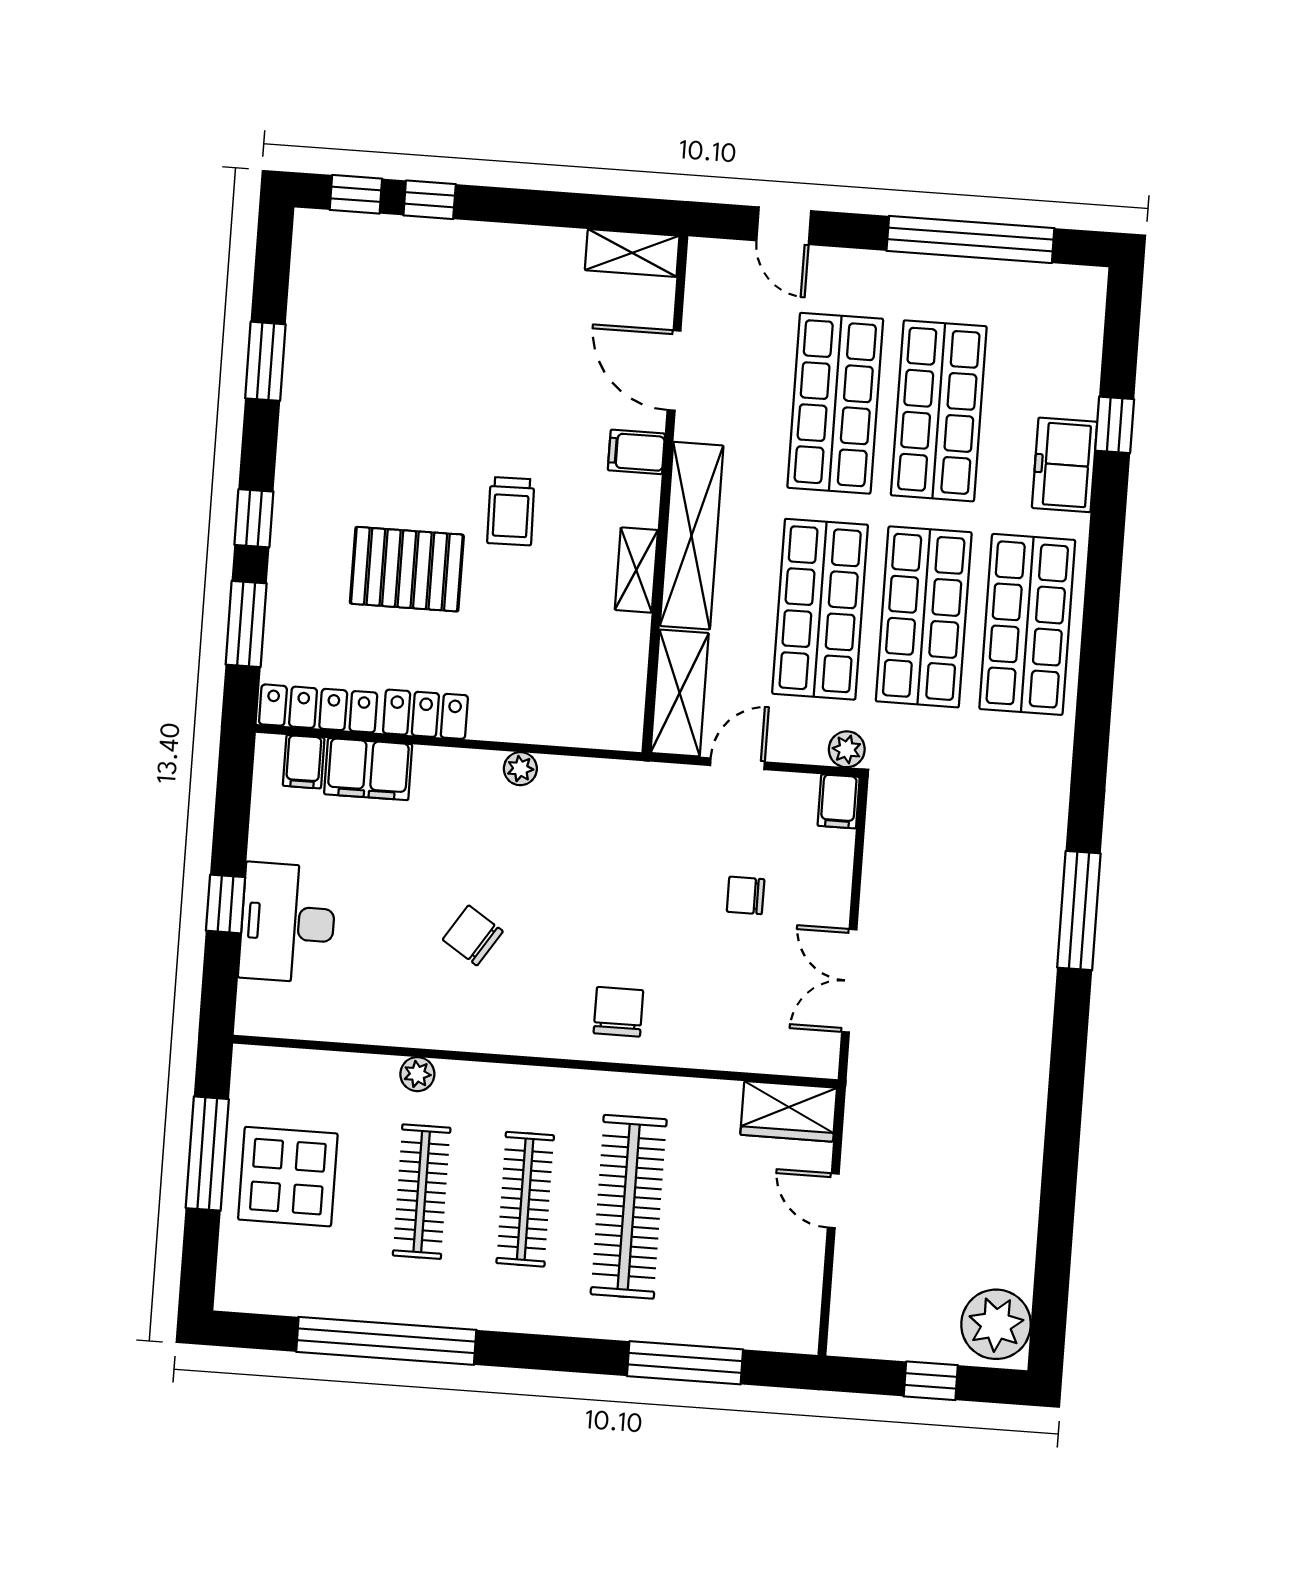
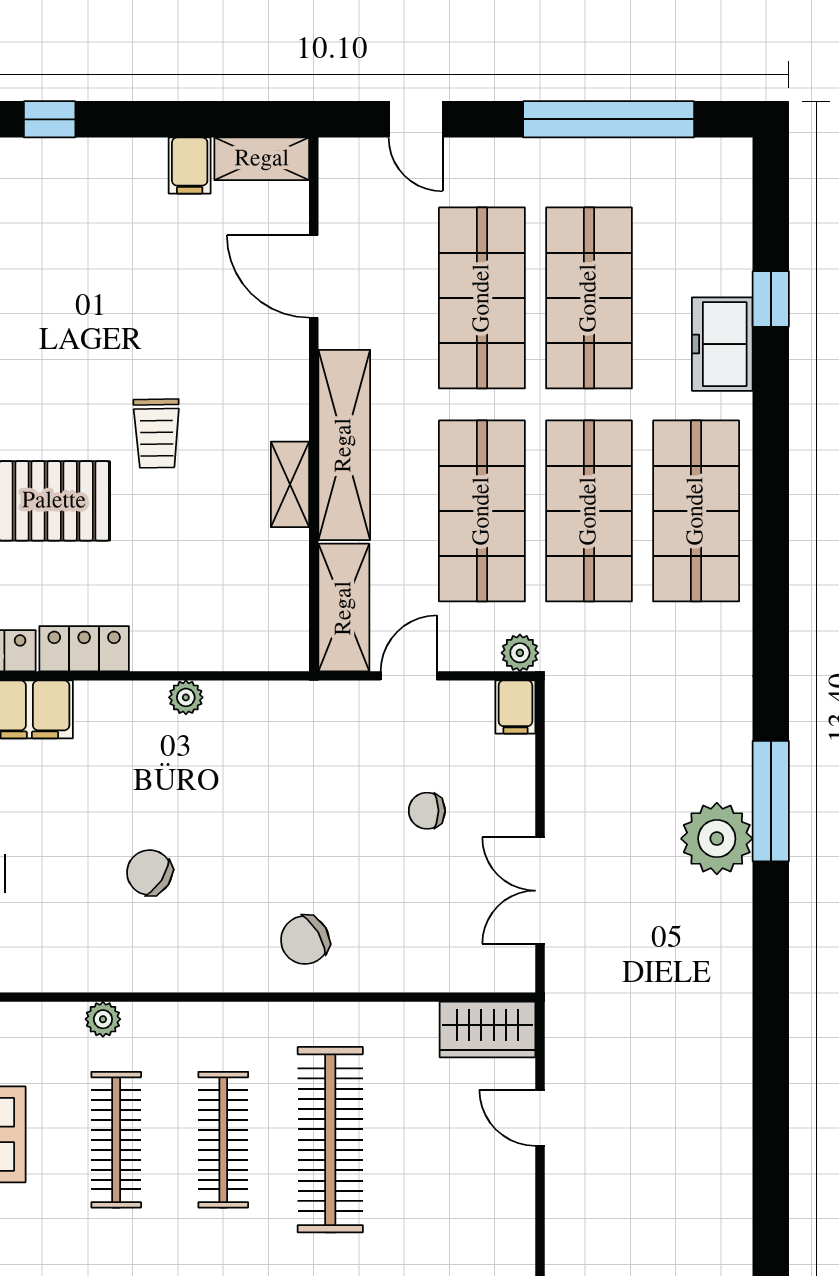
filing cabinet: (636, 452) -> (190, 166), moved, turned -90
chair: (618, 1012) -> (305, 940), turned -121
plant: (996, 1324) -> (717, 839), moved

